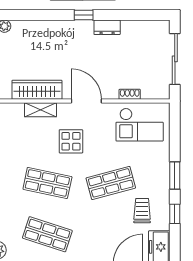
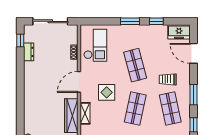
window: (84, 15) -> (20, 41), moved
dresser: (107, 27) -> (29, 52), moved
trolley: (142, 211) -> (168, 79), moved
shop shelf: (47, 234) -> (170, 109), turned -30

